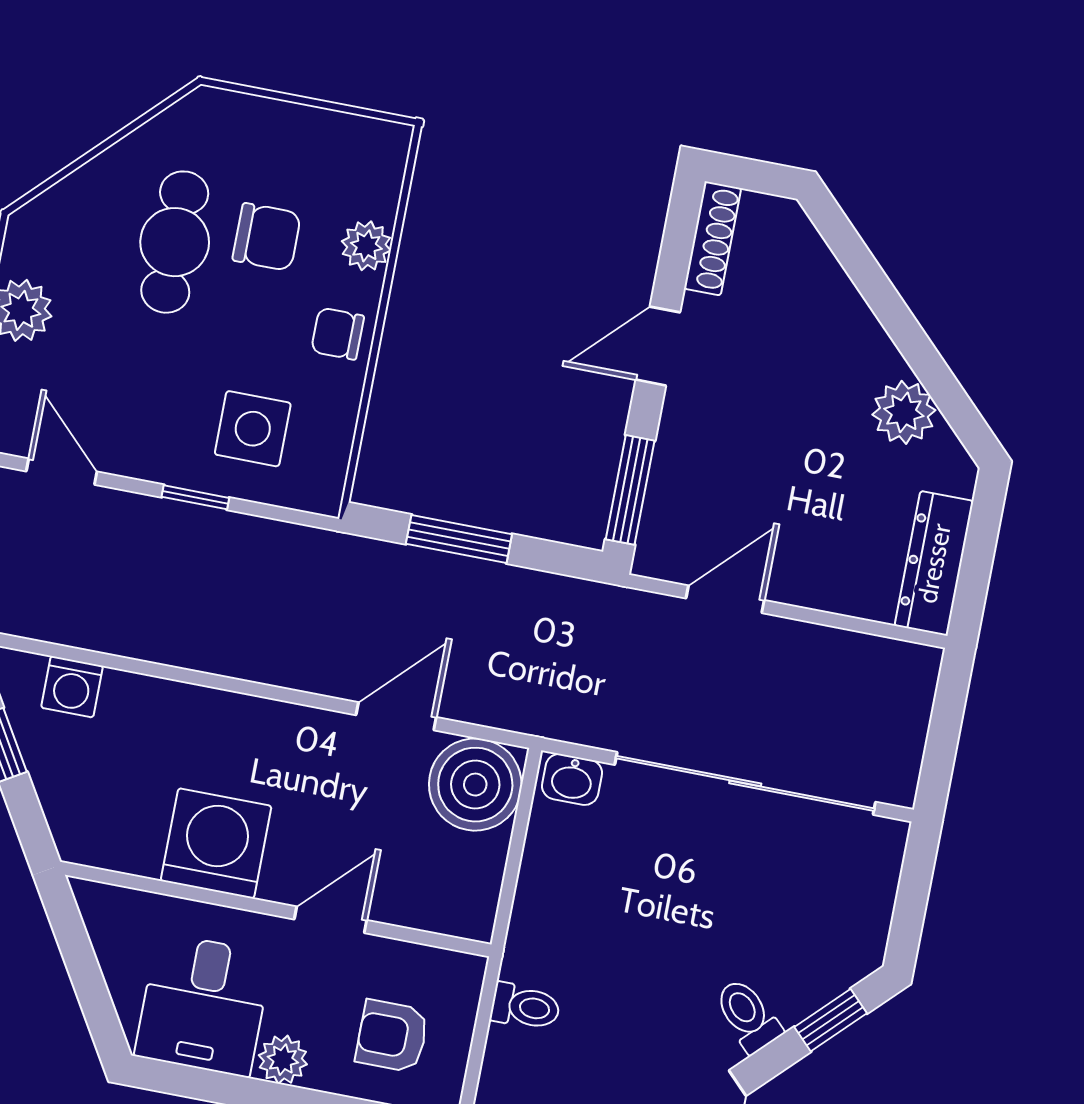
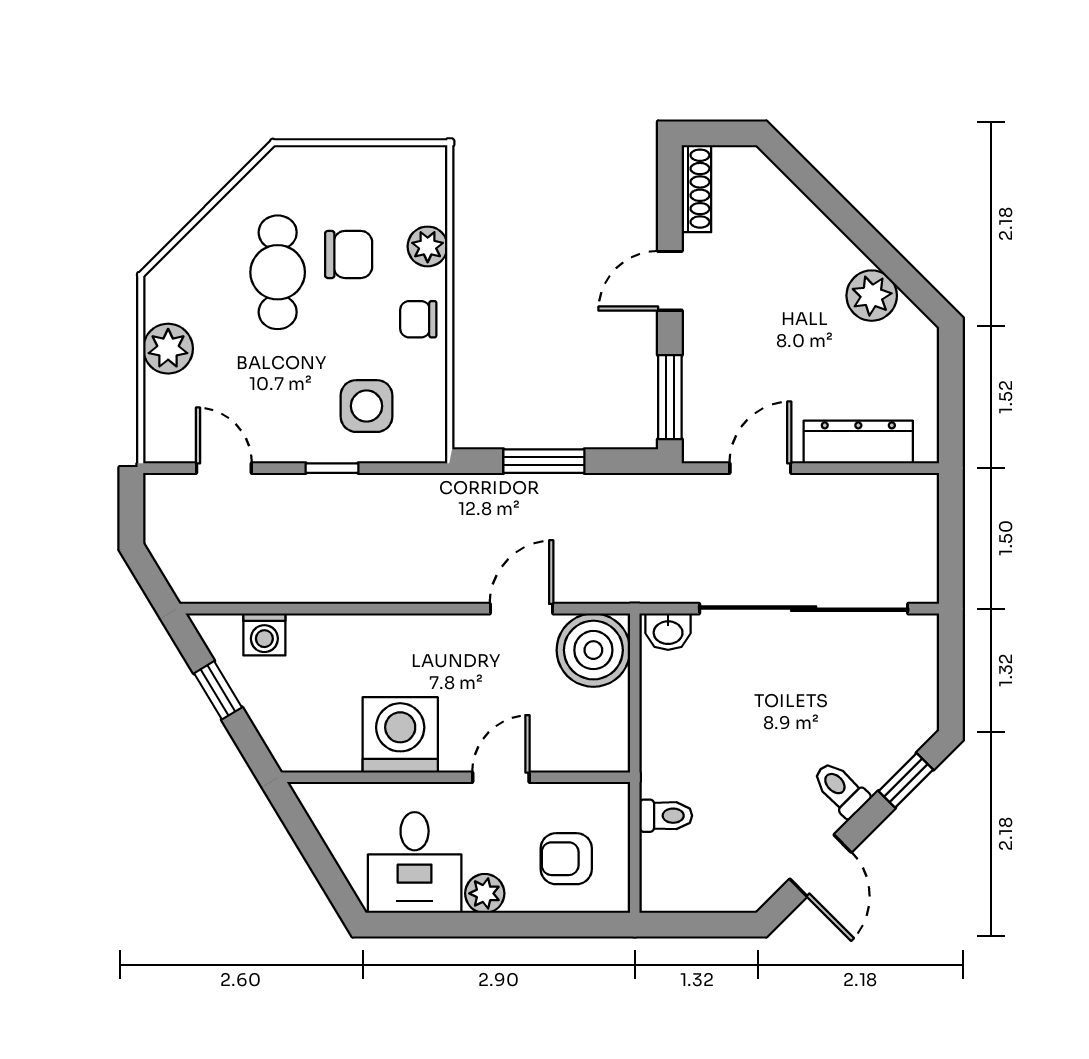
dresser: (934, 563) -> (858, 442), moved, turned 90

